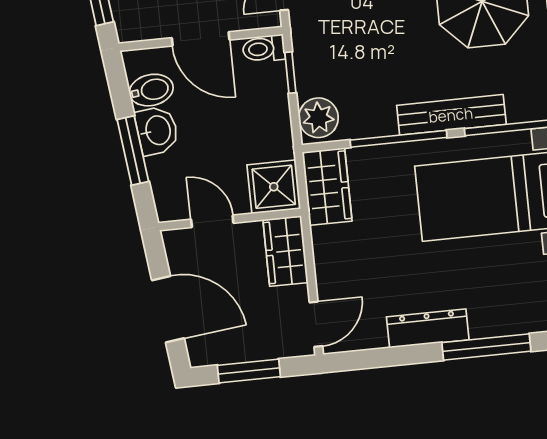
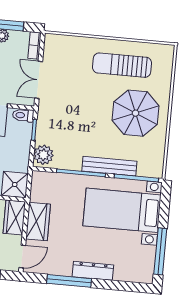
wardrobe: (327, 187) -> (38, 222), moved
dresser: (428, 328) -> (93, 271), moved
window: (486, 347) -> (69, 281), moved

